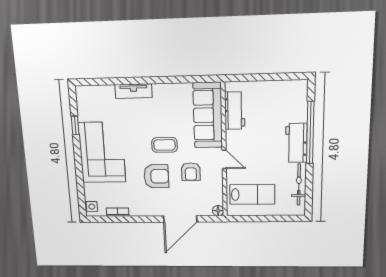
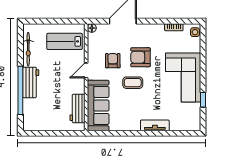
door: (224, 159) -> (86, 70), hinge flipped

